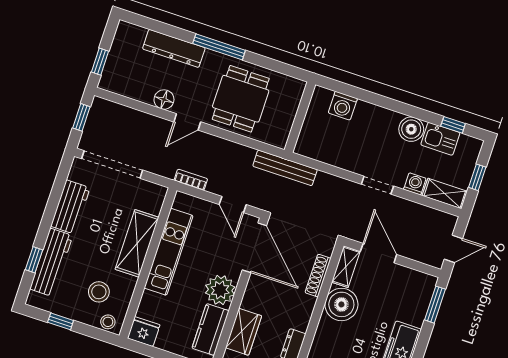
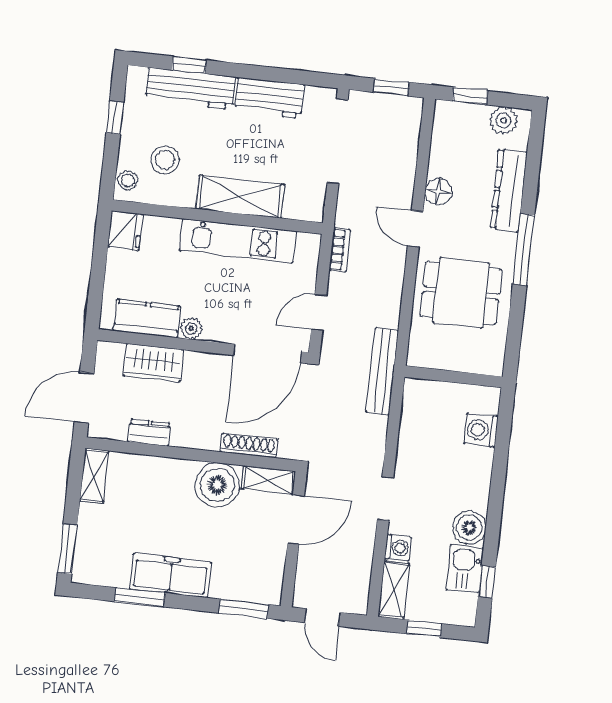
plant: (123, 41) -> (504, 121), added
plant: (220, 290) -> (191, 329), width x0.53, depth x0.53

